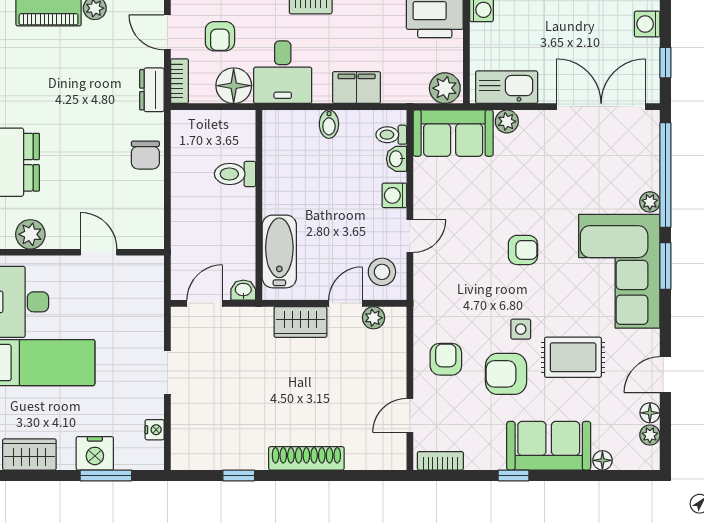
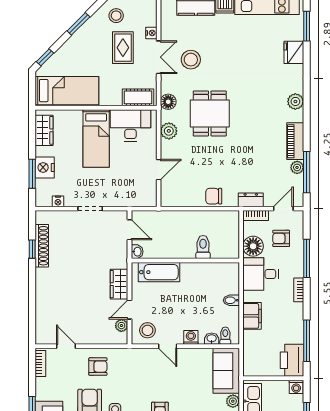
plant: (445, 88) -> (252, 366), removed
door: (345, 303) -> (130, 310), swing flipped
shoe rack: (306, 458) -> (42, 246), moved

